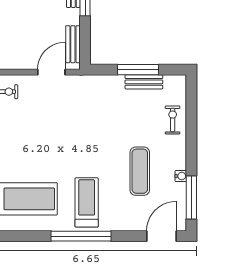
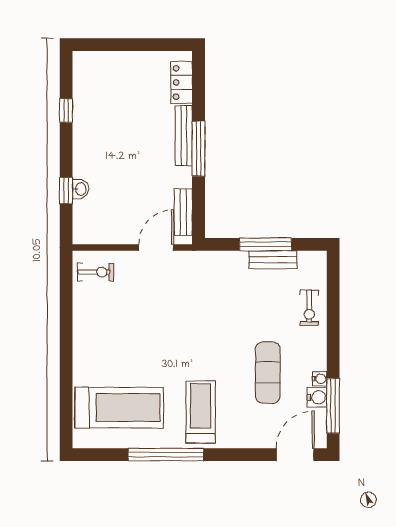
exercise bike: (173, 120) -> (309, 308), turned 180
water cooler: (179, 191) -> (317, 397), added
window: (81, 236) -> (166, 455), moved

